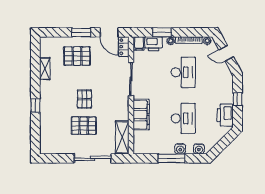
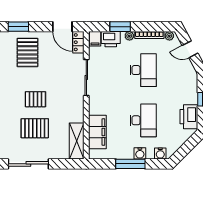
window: (81, 32) -> (18, 27), moved
pallet: (77, 56) -> (27, 52), turned 90
pallet: (84, 99) -> (35, 99), turned 90
filing cabinet: (141, 115) -> (97, 132), moved
sliding door: (93, 158) -> (28, 164), moved

